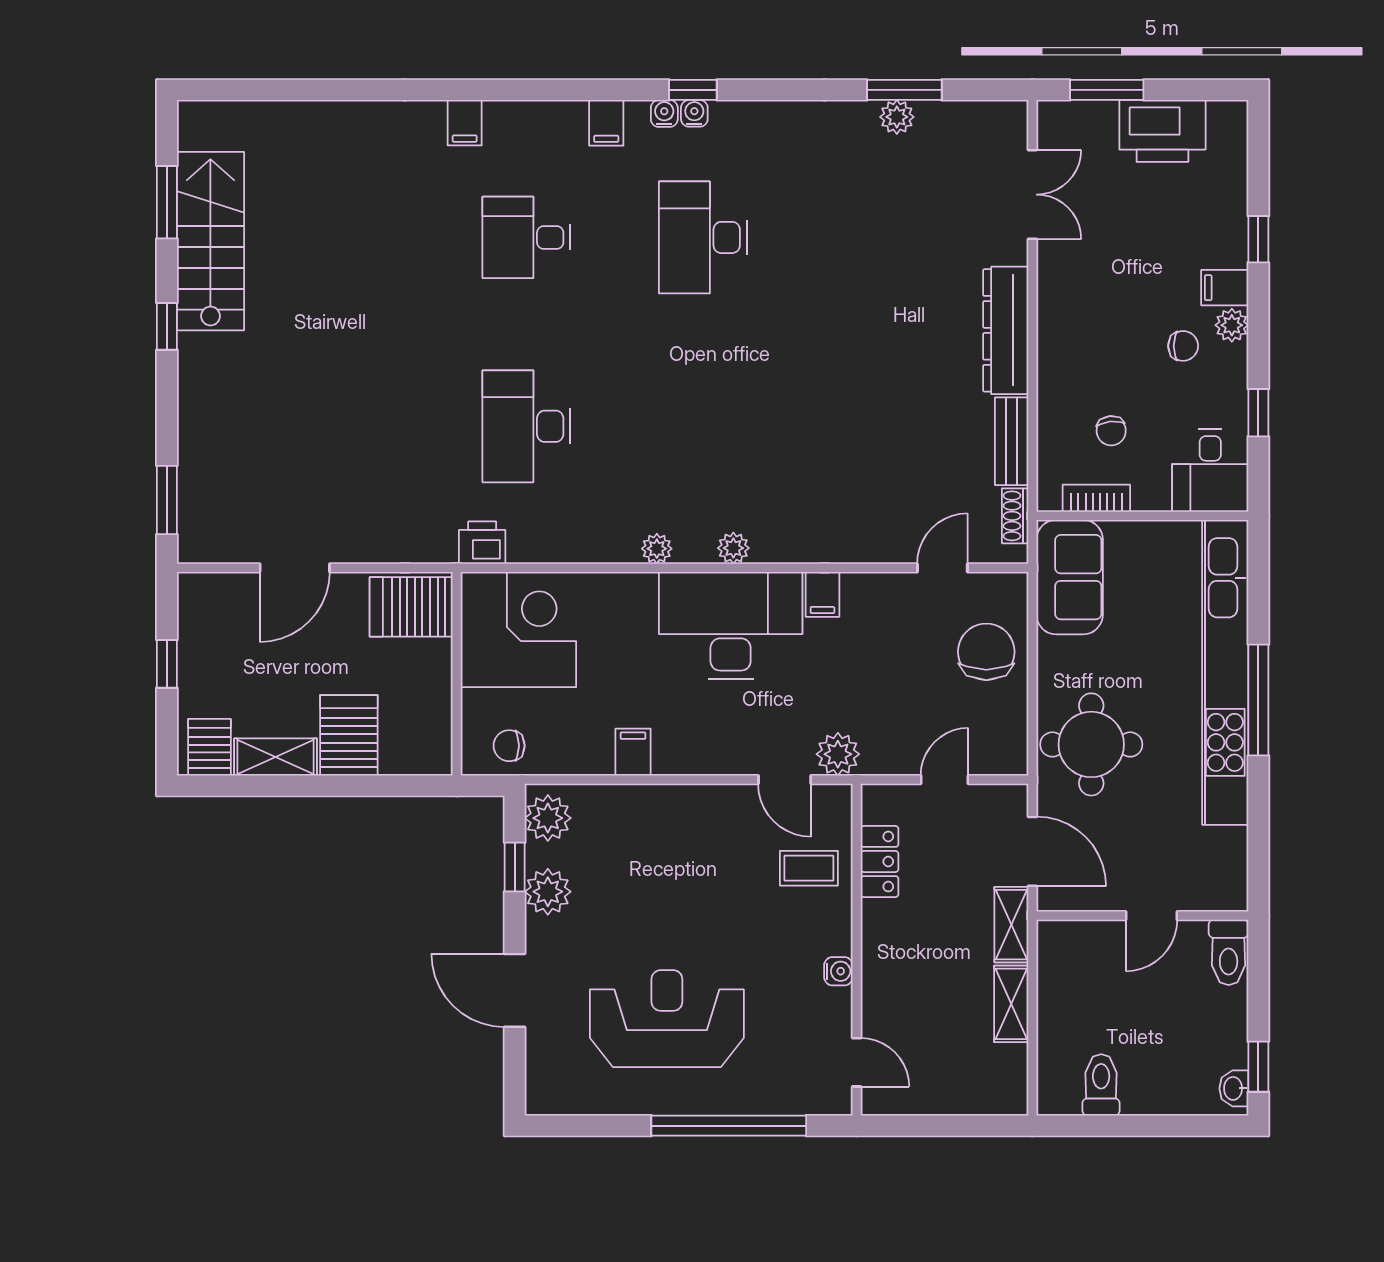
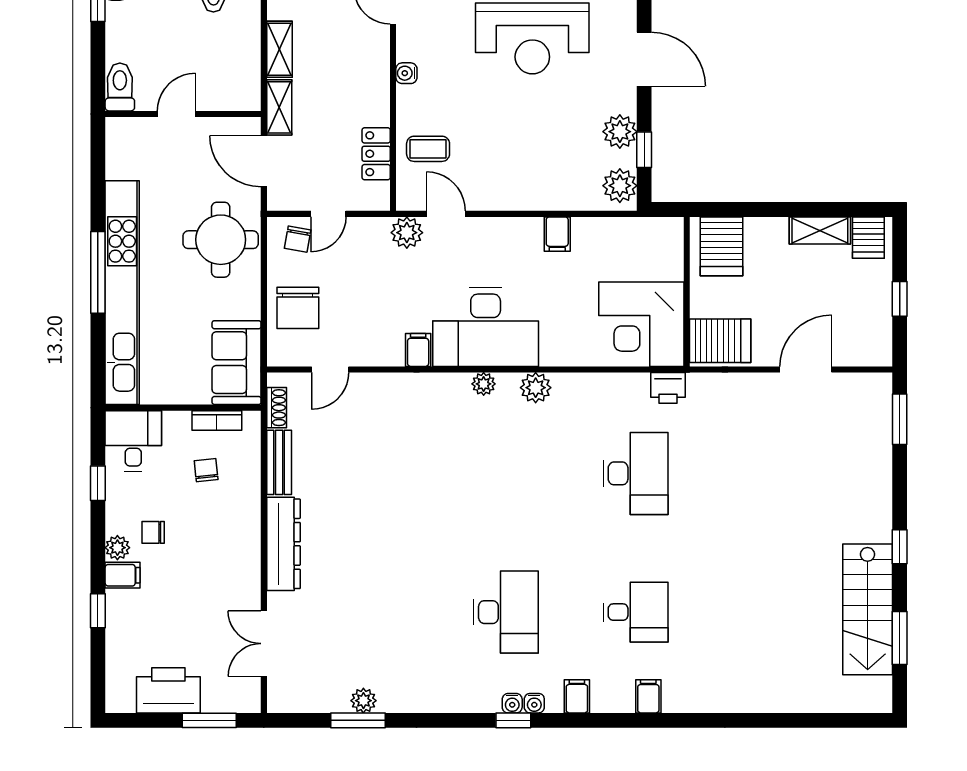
filing cabinet: (465, 123) -> (648, 696), moved
plant: (657, 549) -> (536, 388), width x1.38, depth x1.38
server rack: (349, 735) -> (722, 246), moved
chair: (509, 746) -> (298, 239), moved, turned 100

